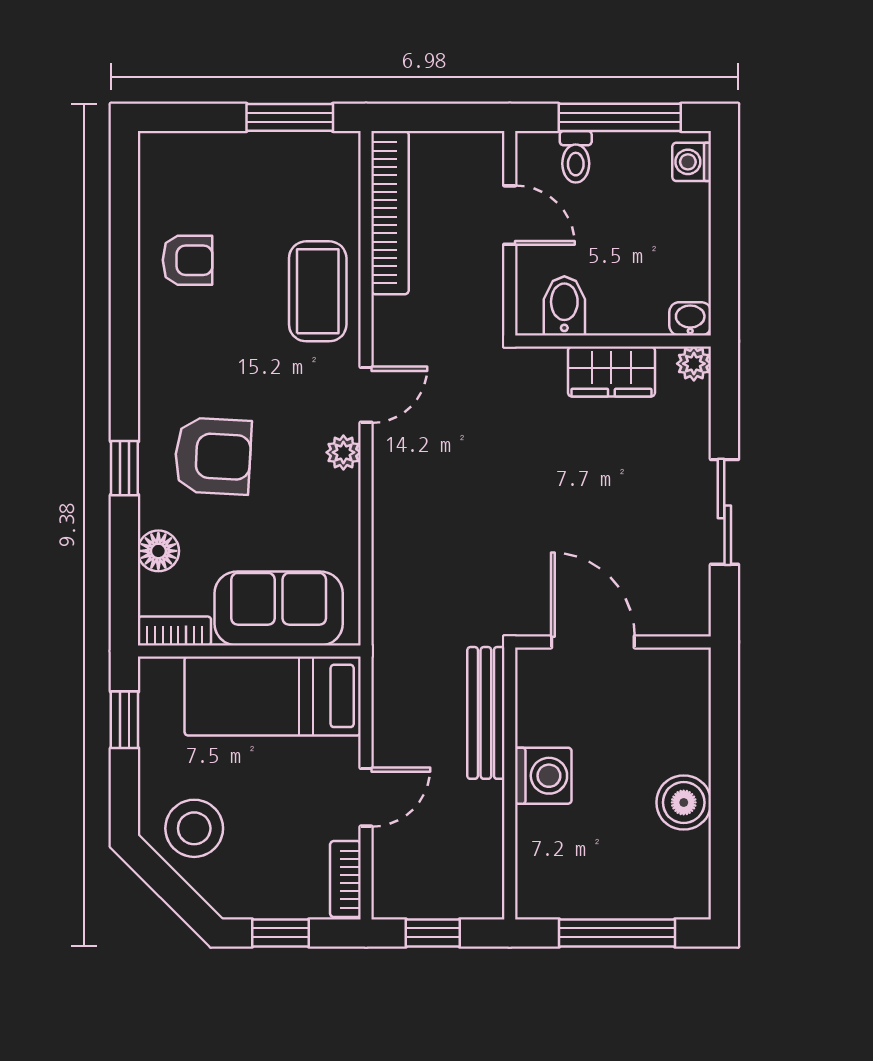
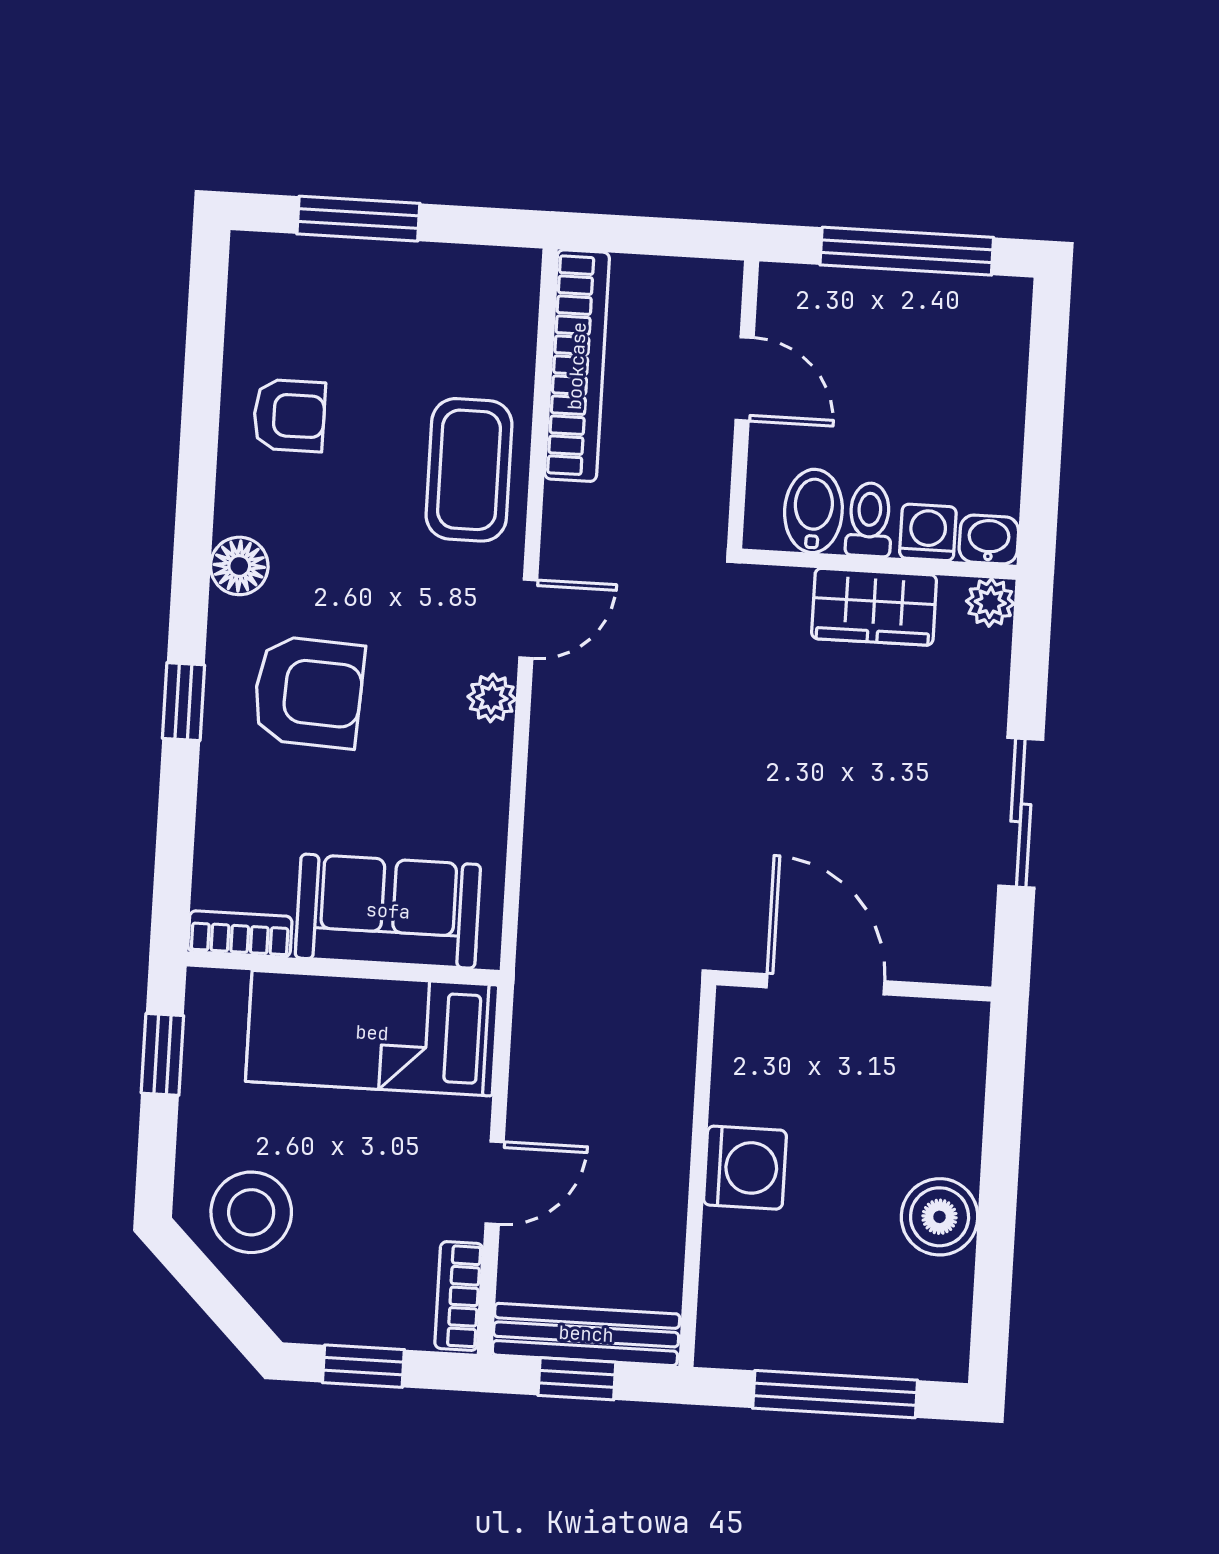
window: (290, 117) -> (358, 219), moved
toilet: (576, 157) -> (869, 520), moved, turned 180
washing machine: (692, 162) -> (928, 532), moved, turned 90
floor lamp: (158, 551) -> (239, 566), moved
bench: (486, 713) -> (586, 1334), moved, turned 90

